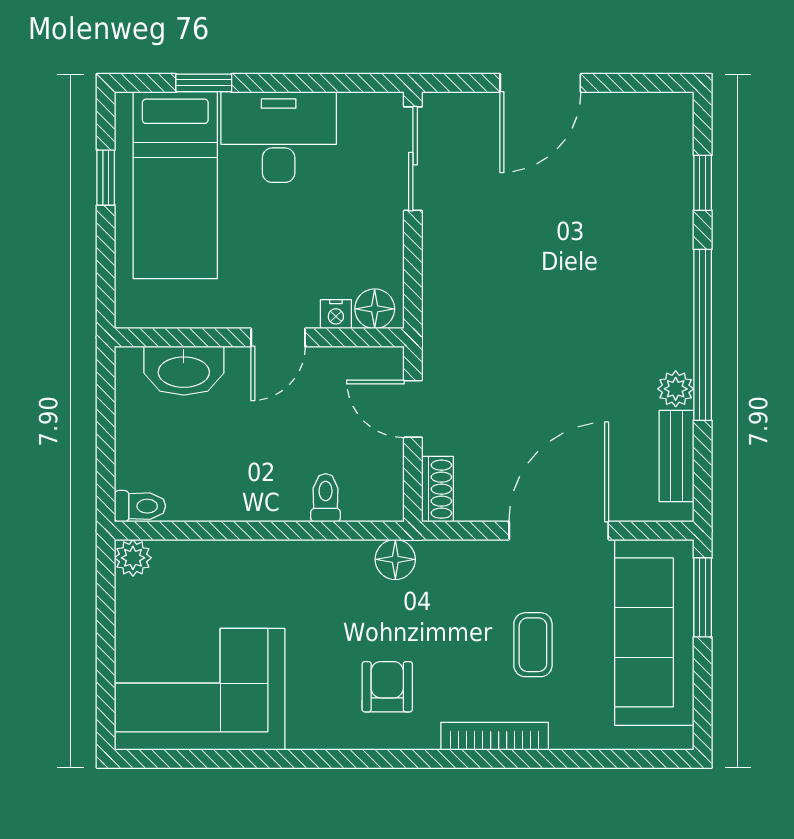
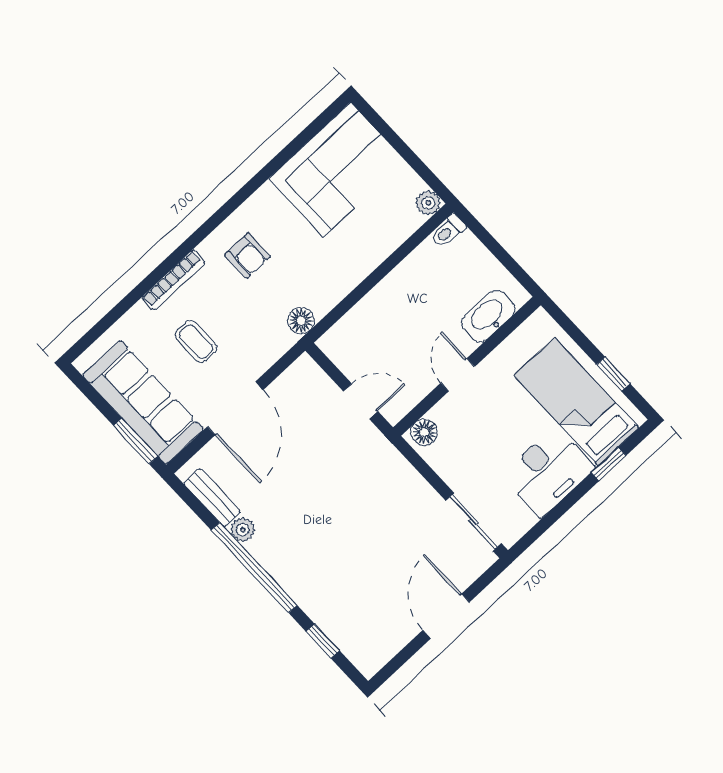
nightstand: (336, 314) -> (440, 412), removed
shoe rack: (438, 489) -> (312, 374), removed
toilet: (326, 498) -> (363, 319), removed

